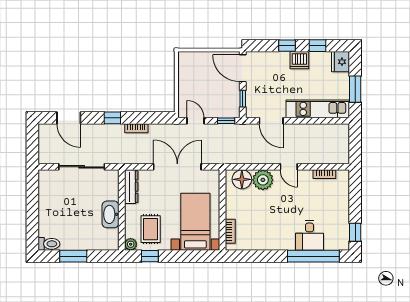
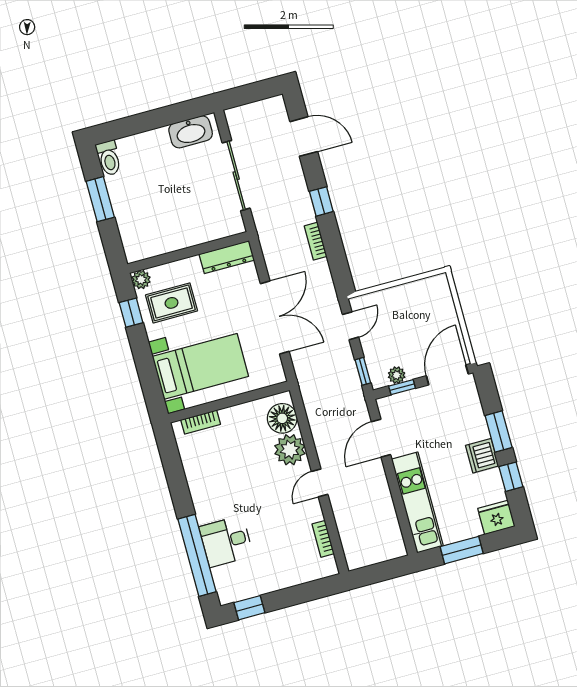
window: (287, 46) -> (499, 431), width x1.50
plant: (234, 100) -> (397, 375), added
door: (69, 118) -> (304, 137), swing flipped
washbasin: (110, 214) -> (191, 132), moved, turned 180

